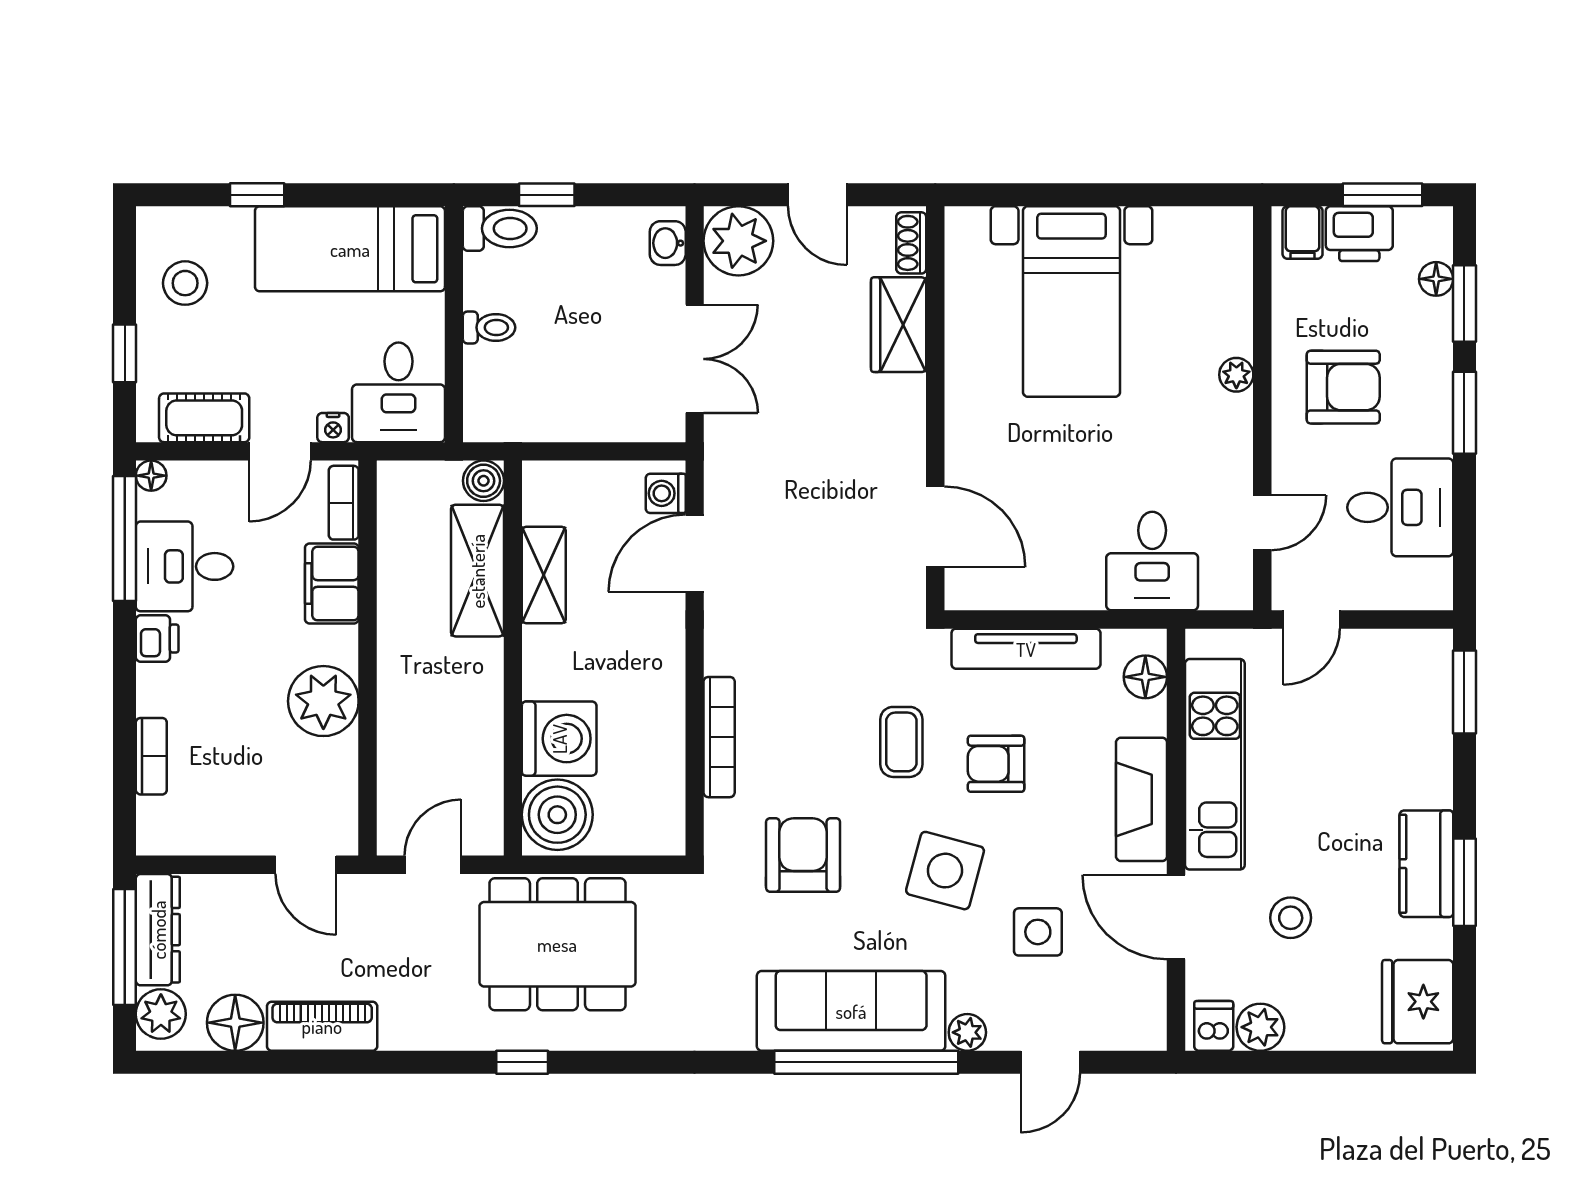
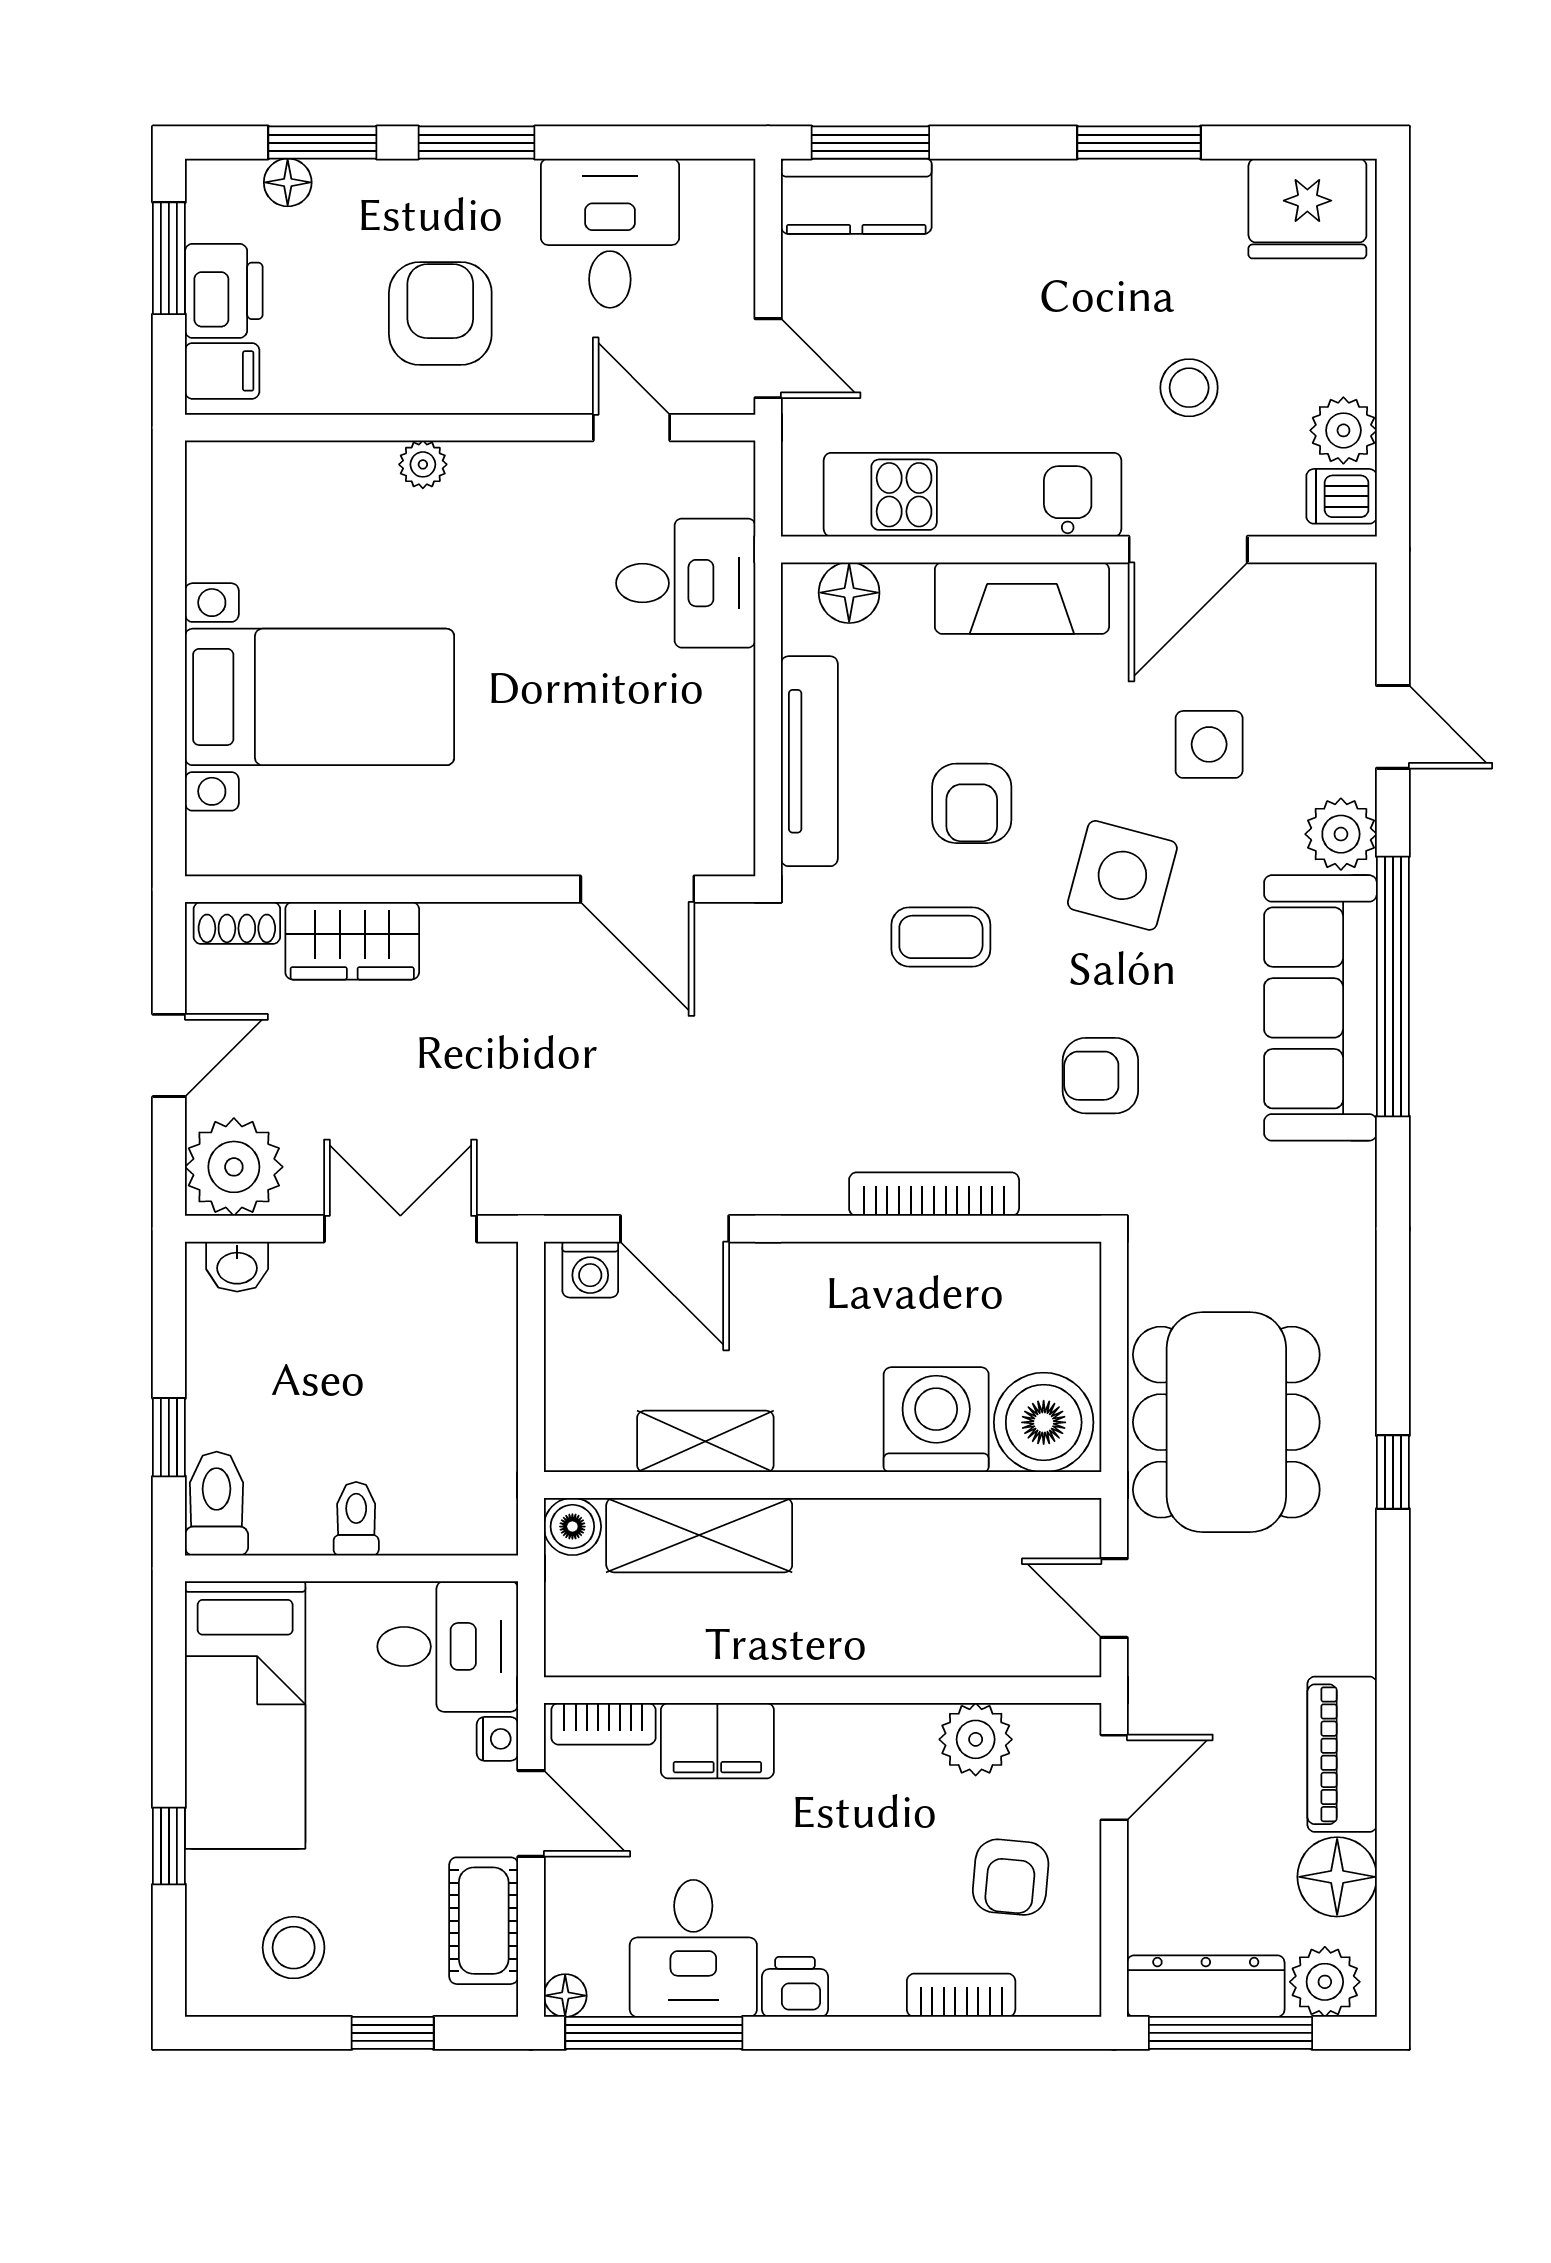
door: (935, 527) -> (637, 889), swing flipped
plant: (323, 701) -> (976, 1739), moved, width x0.73, depth x0.73
armchair: (235, 791) -> (1011, 1877), added
armchair: (803, 855) -> (1100, 1076), width x0.72, depth x0.72
kitchen counter: (1426, 864) -> (856, 196), moved
plant: (967, 1032) -> (1341, 834), width x1.38, depth x1.38

